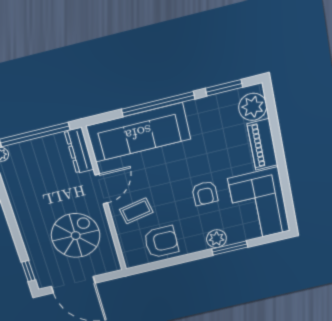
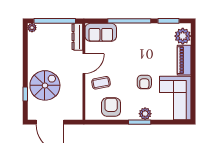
sofa: (138, 133) -> (101, 32), width x0.54, depth x0.79
spiral stairs: (76, 236) -> (45, 85), moved
armchair: (161, 242) -> (111, 107), turned -90
window: (230, 248) -> (140, 122), moved
window: (28, 271) -> (25, 94), moved

